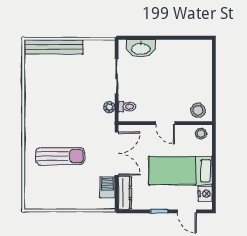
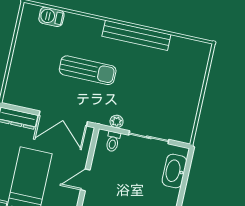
bench: (54, 47) -> (136, 35), moved, turned 90
sun lounger: (60, 156) -> (88, 70), moved, turned -90
barbecue: (107, 187) -> (51, 17), moved, turned 180

